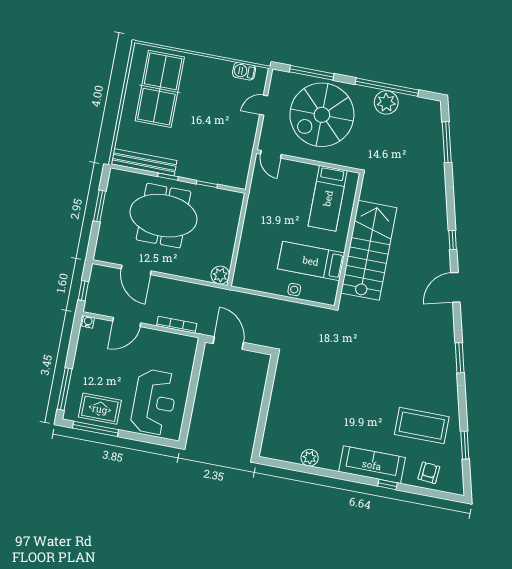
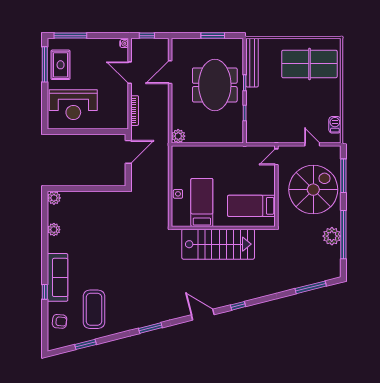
spiral stairs: (322, 115) -> (313, 190), turned 90
plant: (269, 450) -> (54, 198), added

